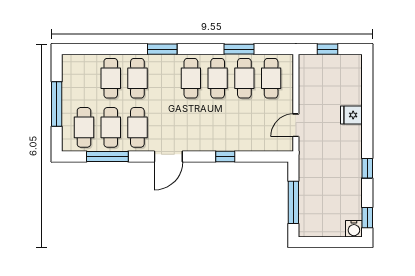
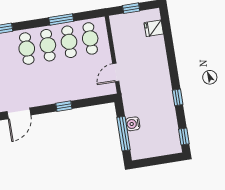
fridge: (351, 115) -> (154, 28), moved
water cooler: (354, 229) -> (133, 124), moved, turned 90

